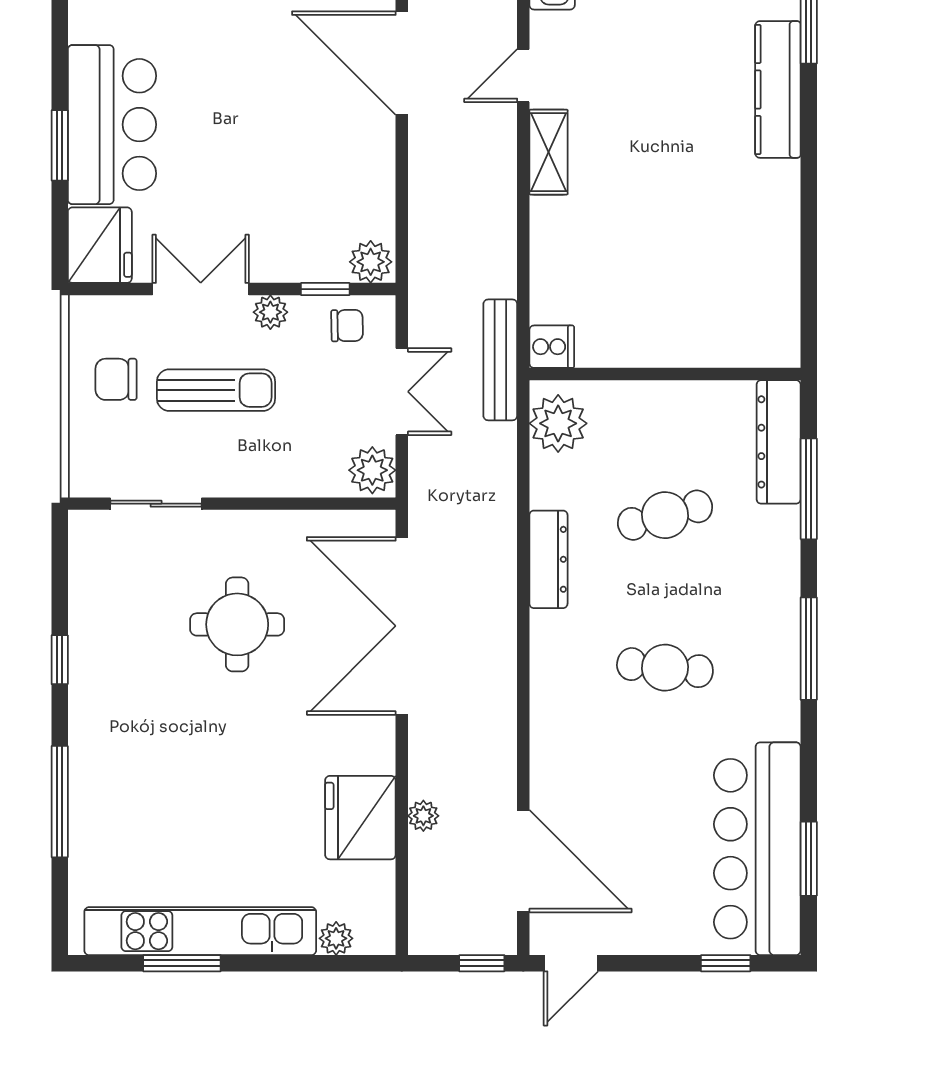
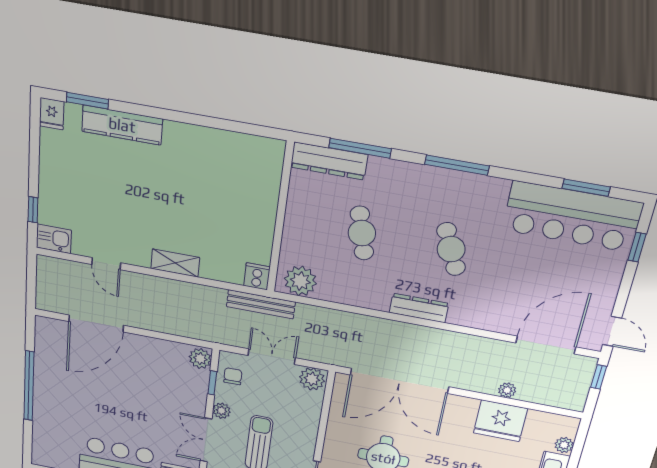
shelving: (548, 152) -> (175, 263), moved
dresser: (548, 559) -> (419, 308), moved
cafe table: (665, 668) -> (451, 249), turned -30

